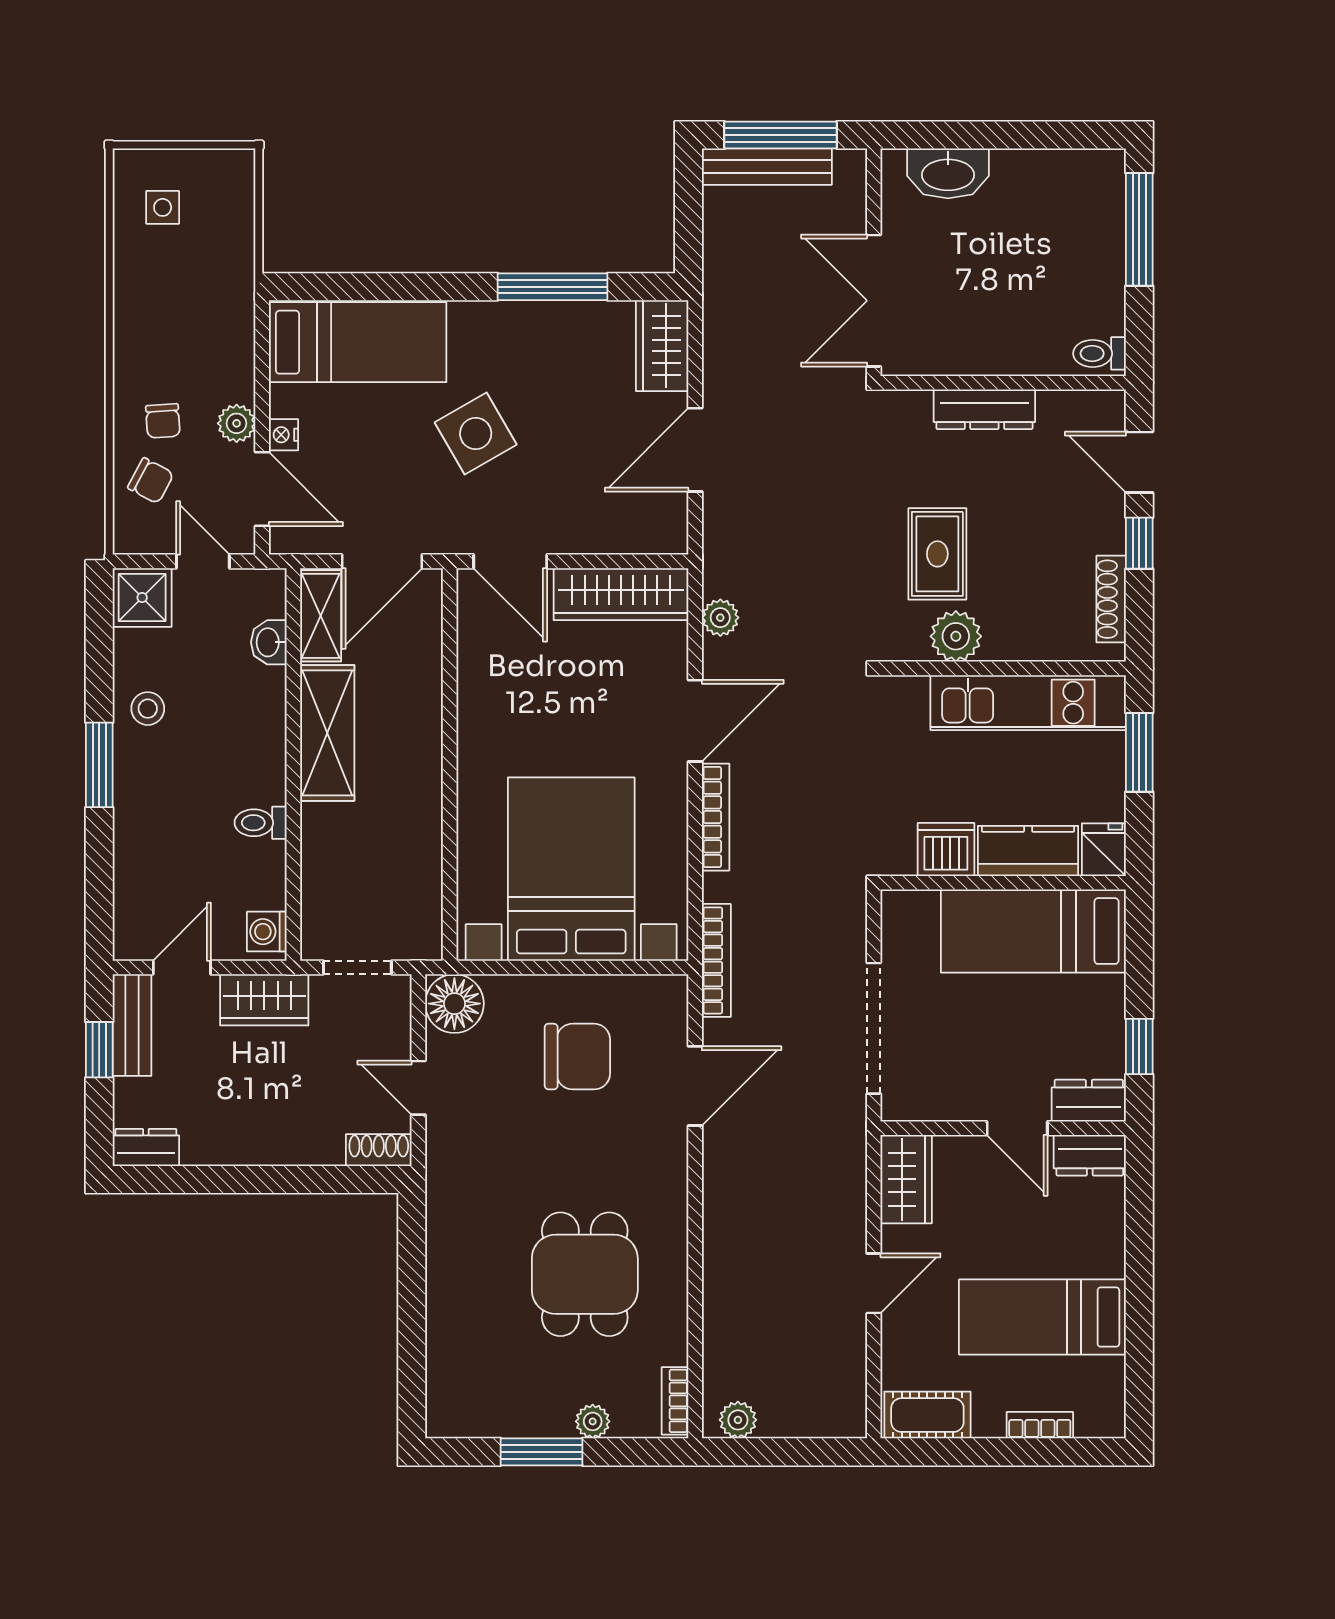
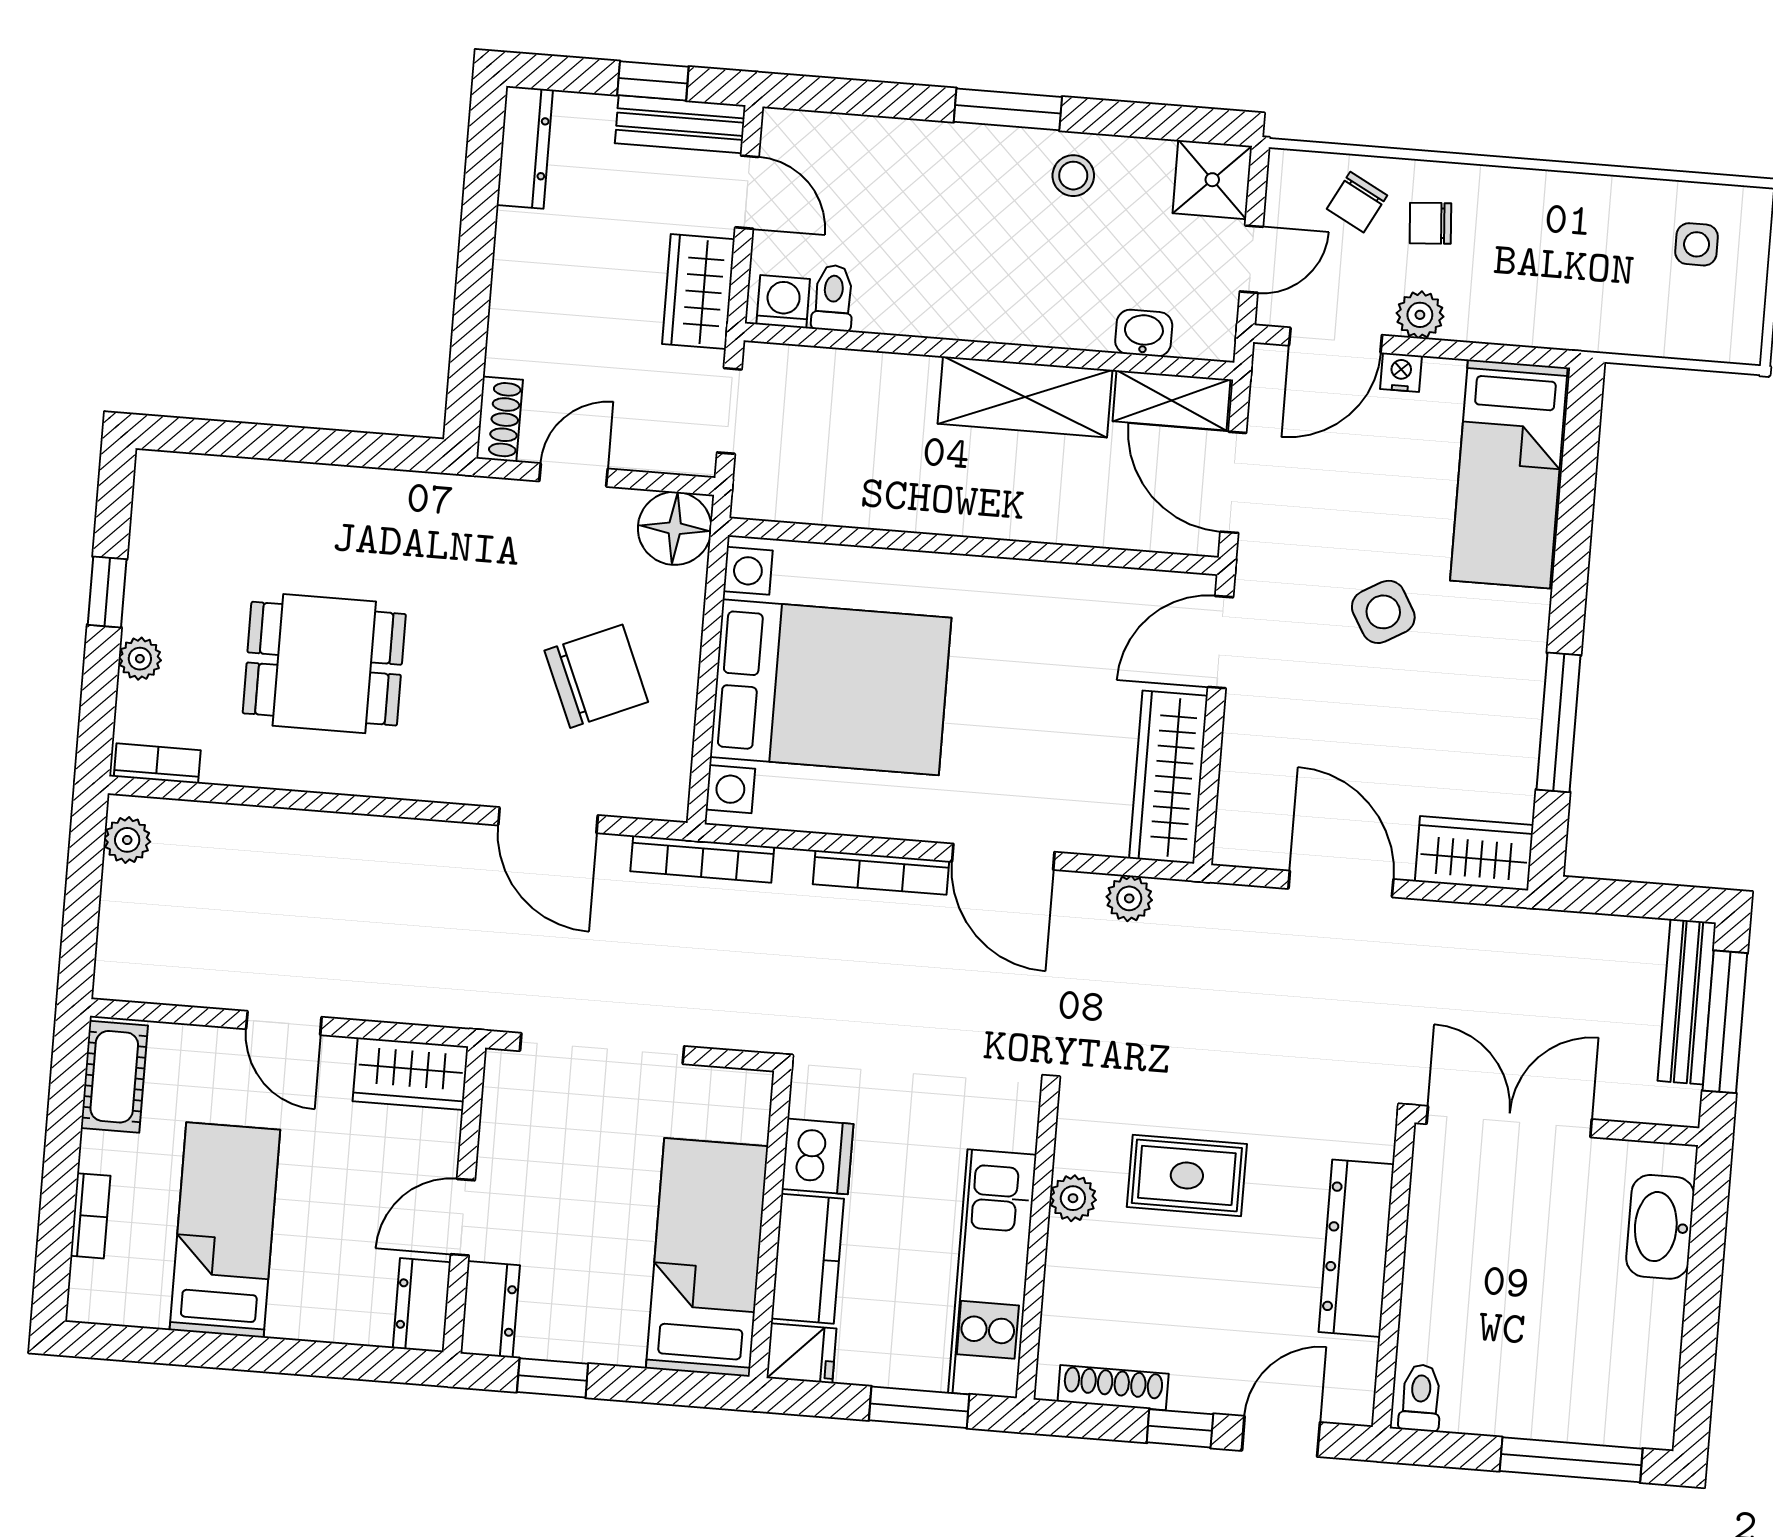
dresser: (984, 409) -> (1356, 1248), width x1.37, depth x1.24
side table: (476, 434) -> (1383, 612), width x0.73, depth x0.73
plant: (956, 636) -> (1073, 1198), width x0.73, depth x0.73
toilet: (261, 823) -> (833, 298), moved
chair: (577, 1057) -> (596, 676), turned -113
dresser: (146, 1147) -> (525, 147), width x1.44
window: (542, 1452) -> (107, 592), width x0.67

